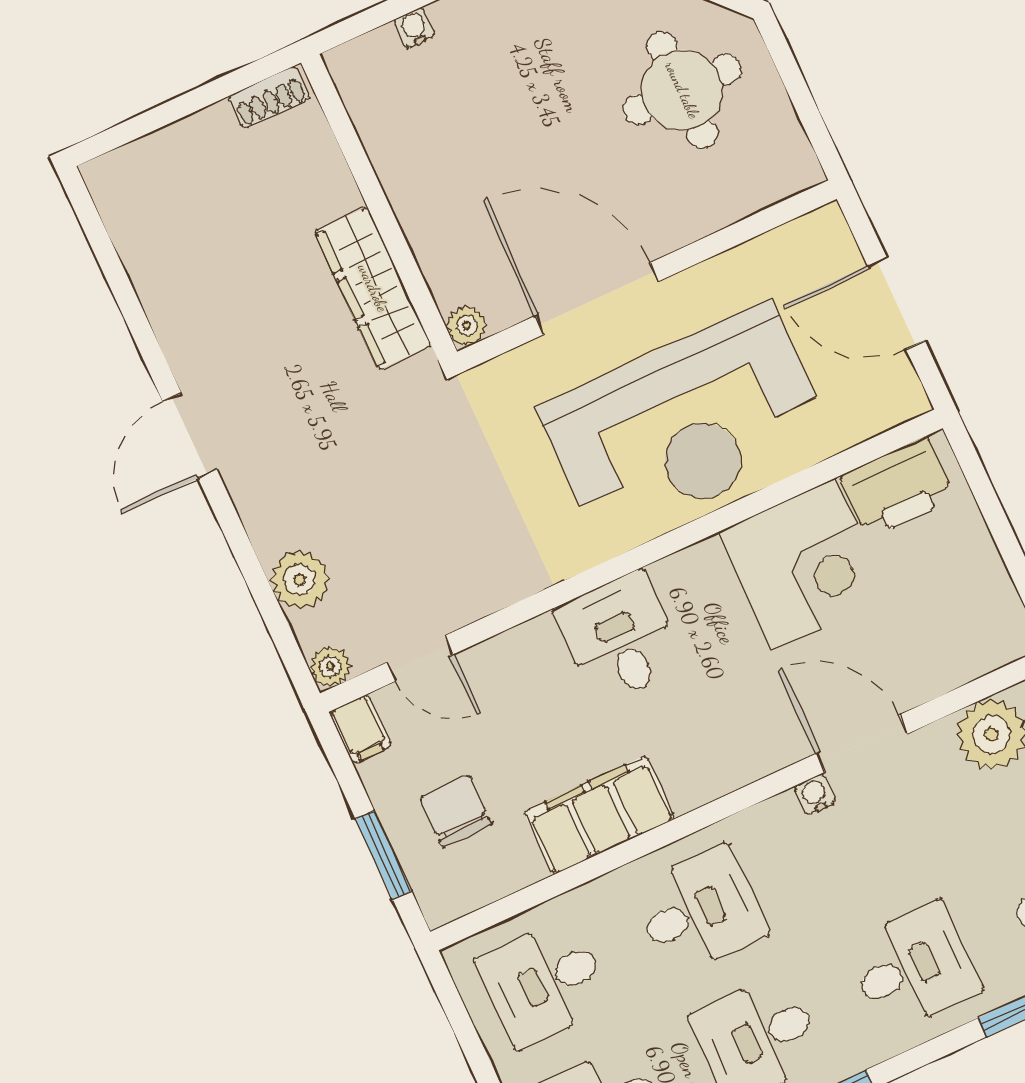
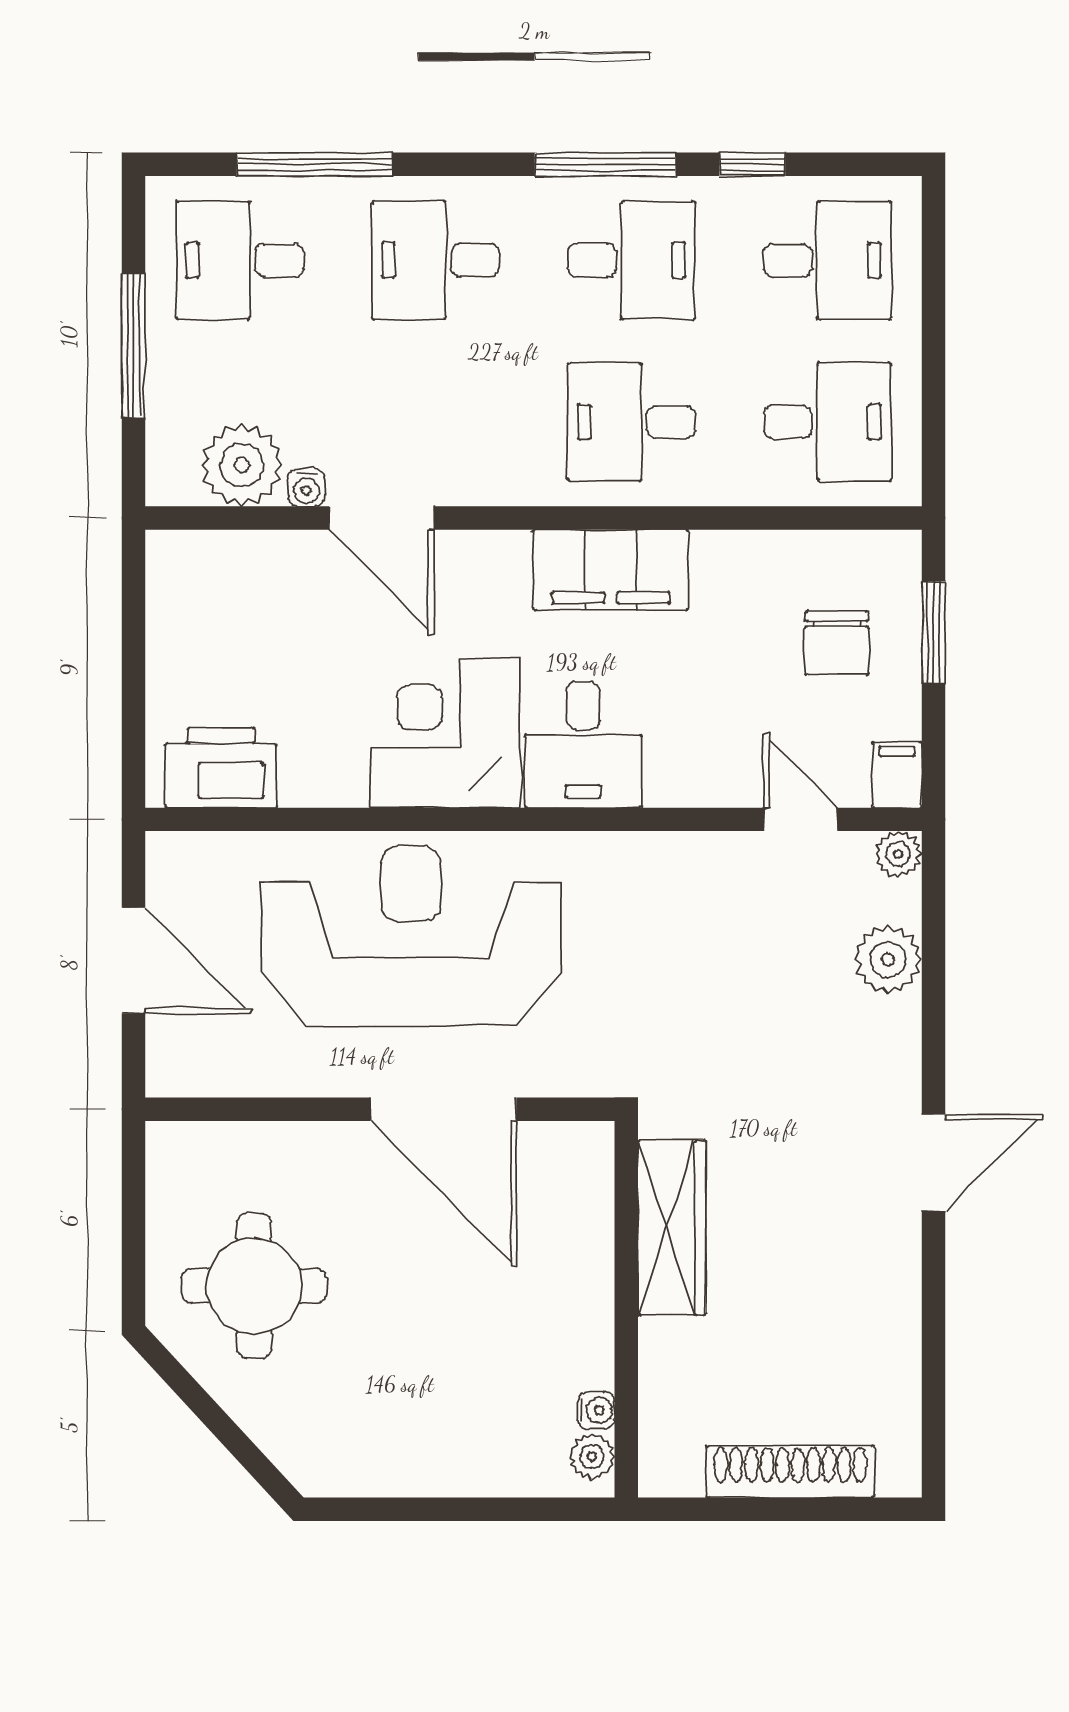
water cooler: (414, 28) -> (596, 1410), moved, turned -90
shoe rack: (269, 97) -> (790, 1472), moved, width x1.94, depth x1.24
plant: (467, 326) -> (592, 1456), moved
corner desk: (803, 564) -> (445, 733), moved
water cooler: (815, 794) -> (307, 488), moved
filing cabinet: (600, 815) -> (611, 570), moved

